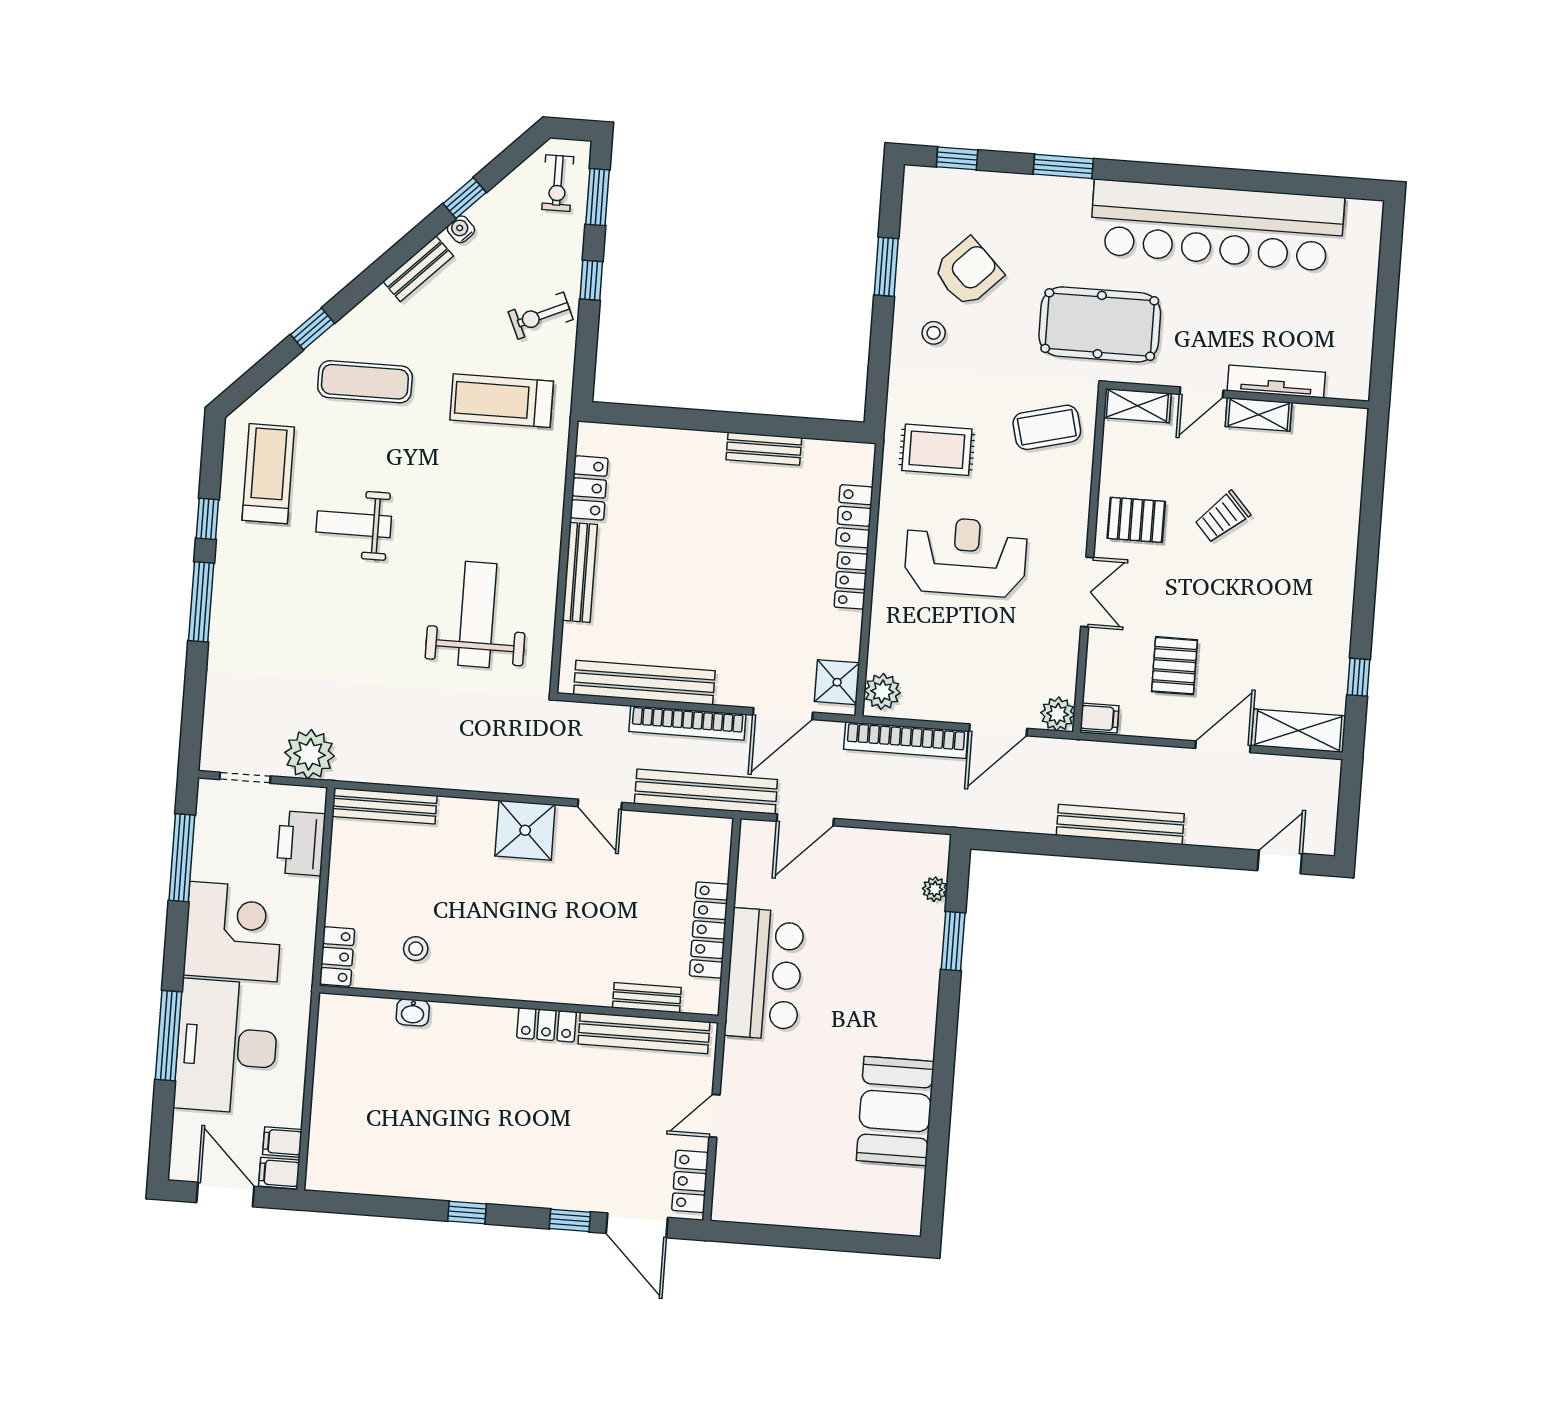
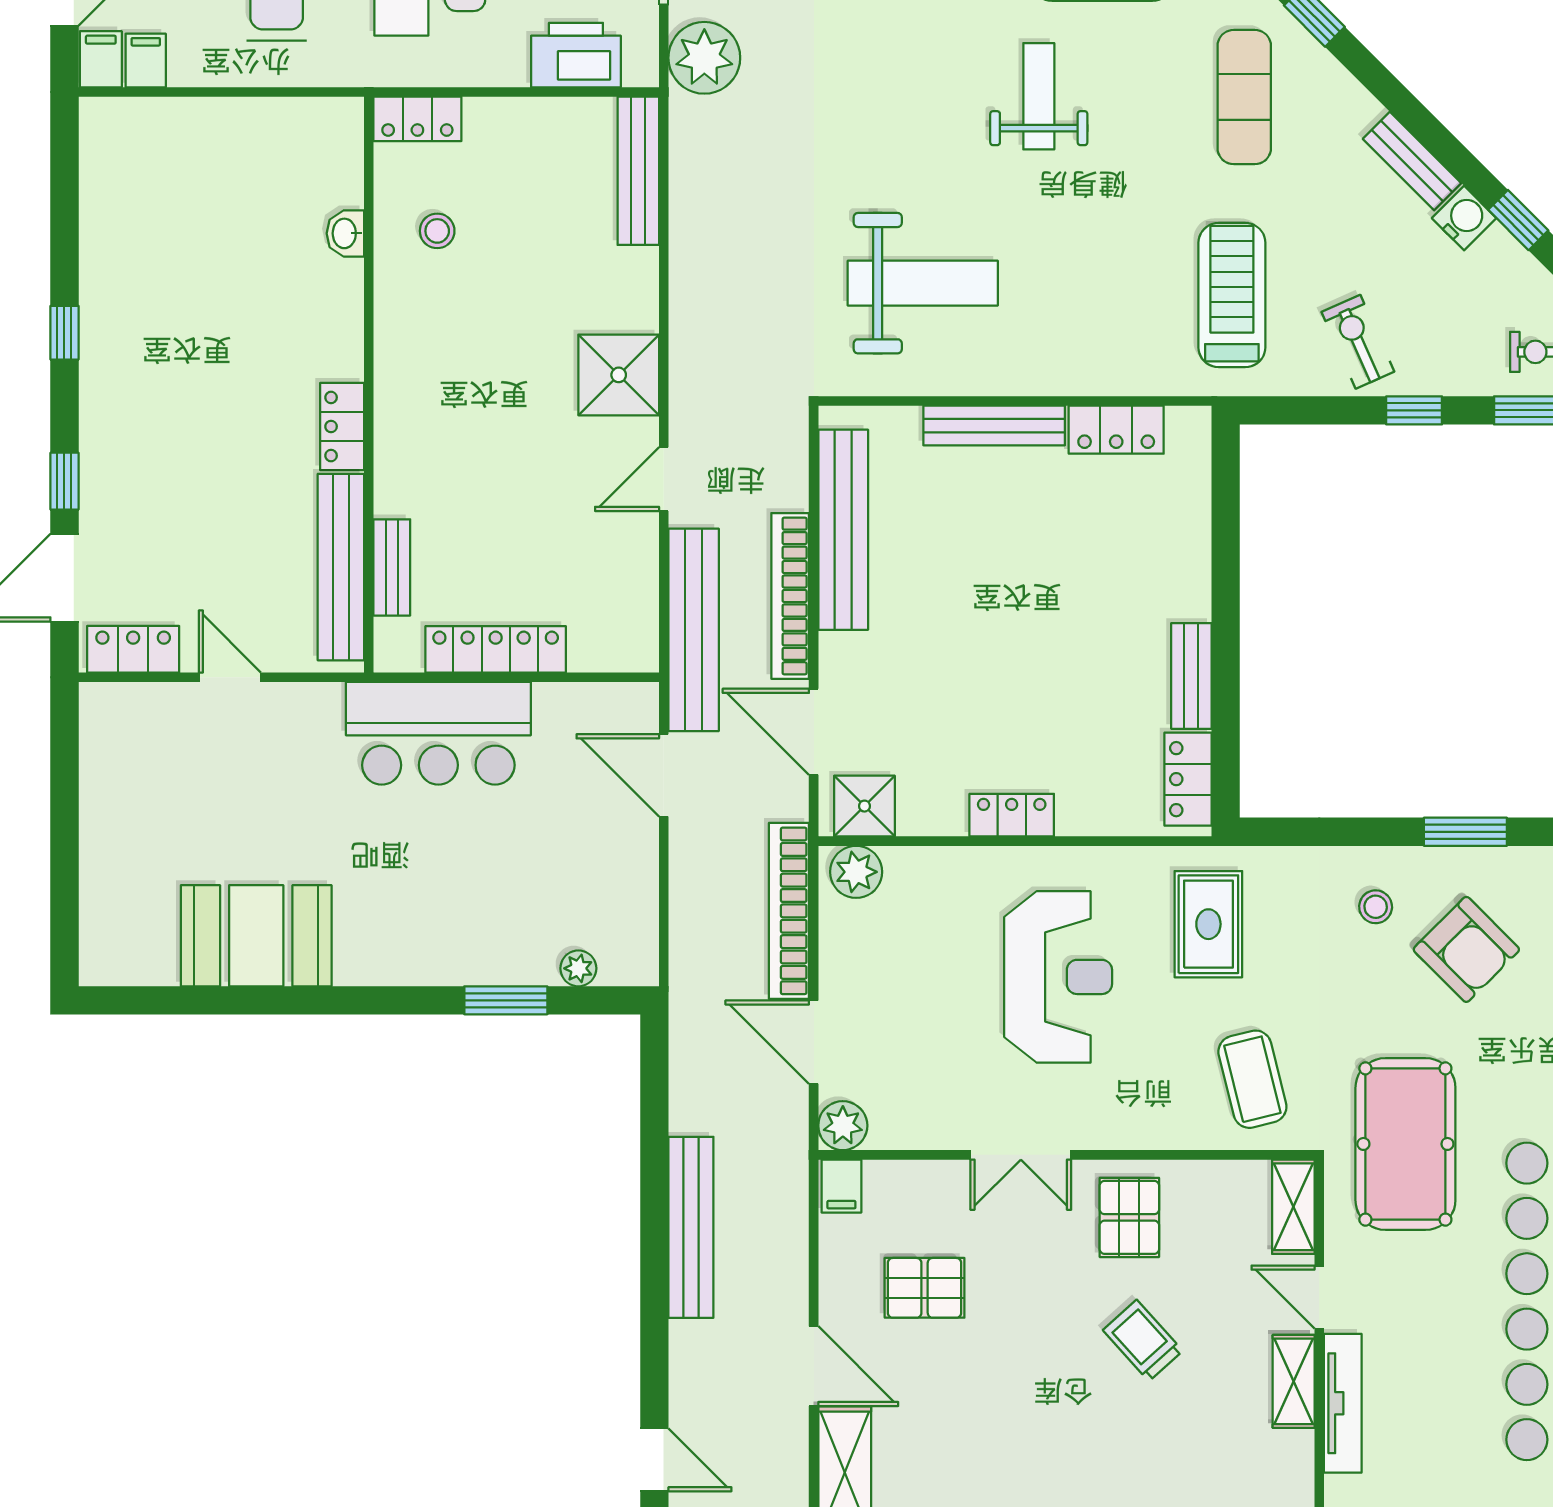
water cooler: (461, 229) -> (1464, 218), width x1.38, depth x1.38
locker: (854, 516) -> (1188, 779), moved, turned -90

